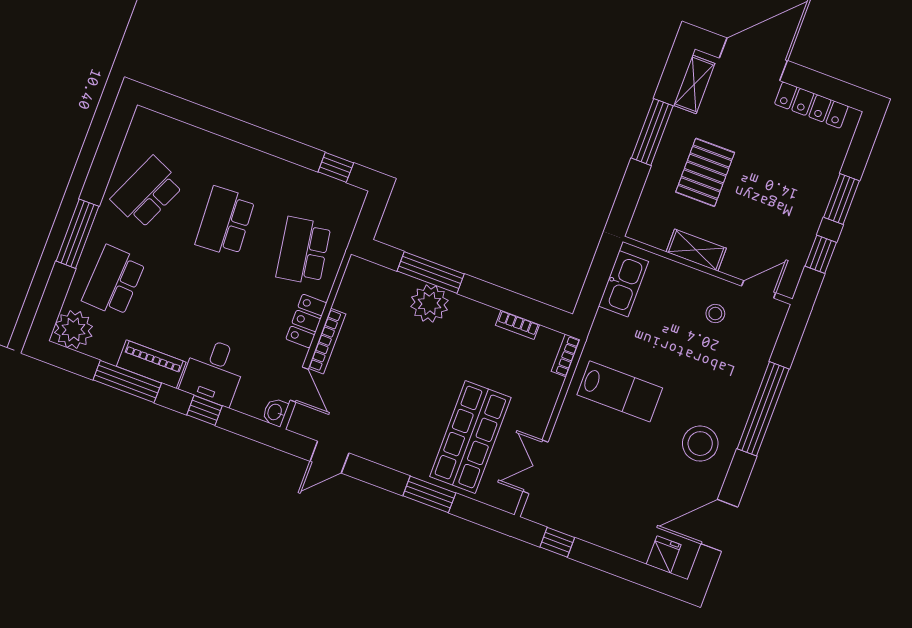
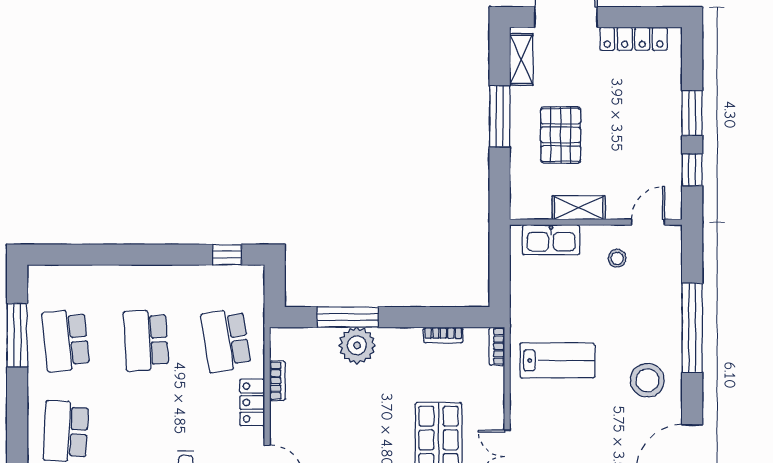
school desk: (147, 192) -> (66, 340), turned -30
window: (77, 234) -> (17, 335), moved
kitchen sink: (623, 284) -> (551, 240), moved, turned 90
bookcase: (327, 341) -> (278, 381), moved, width x0.64

